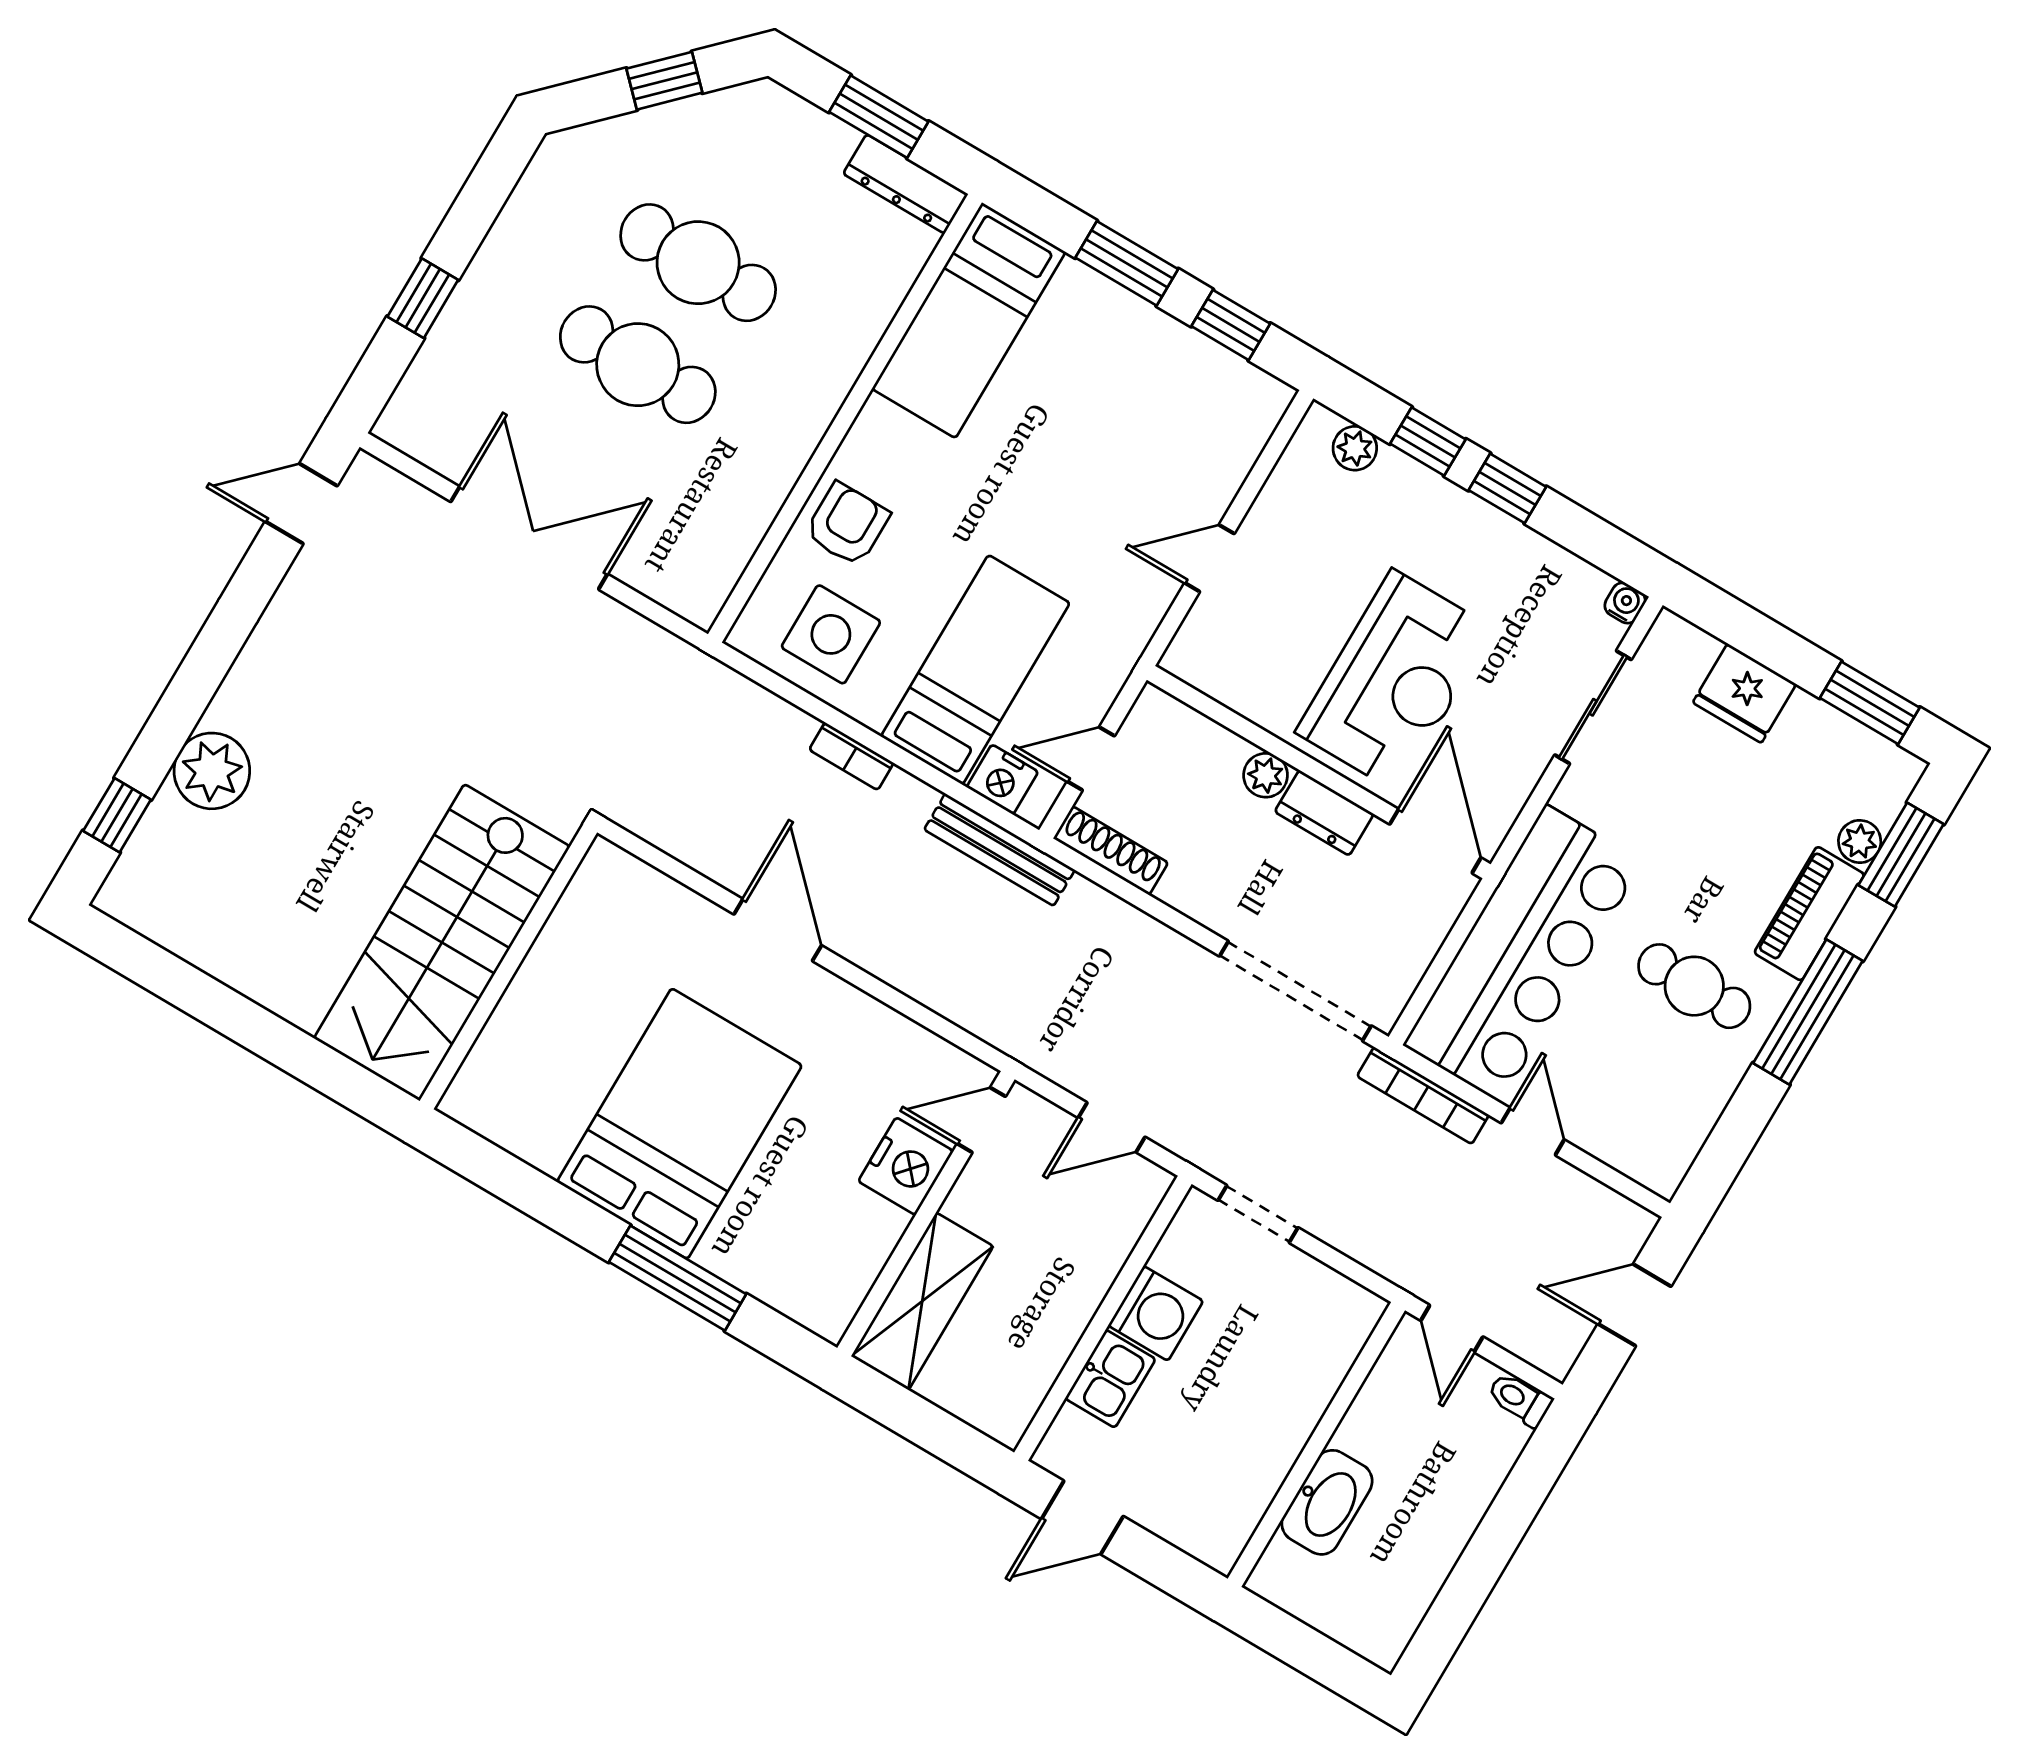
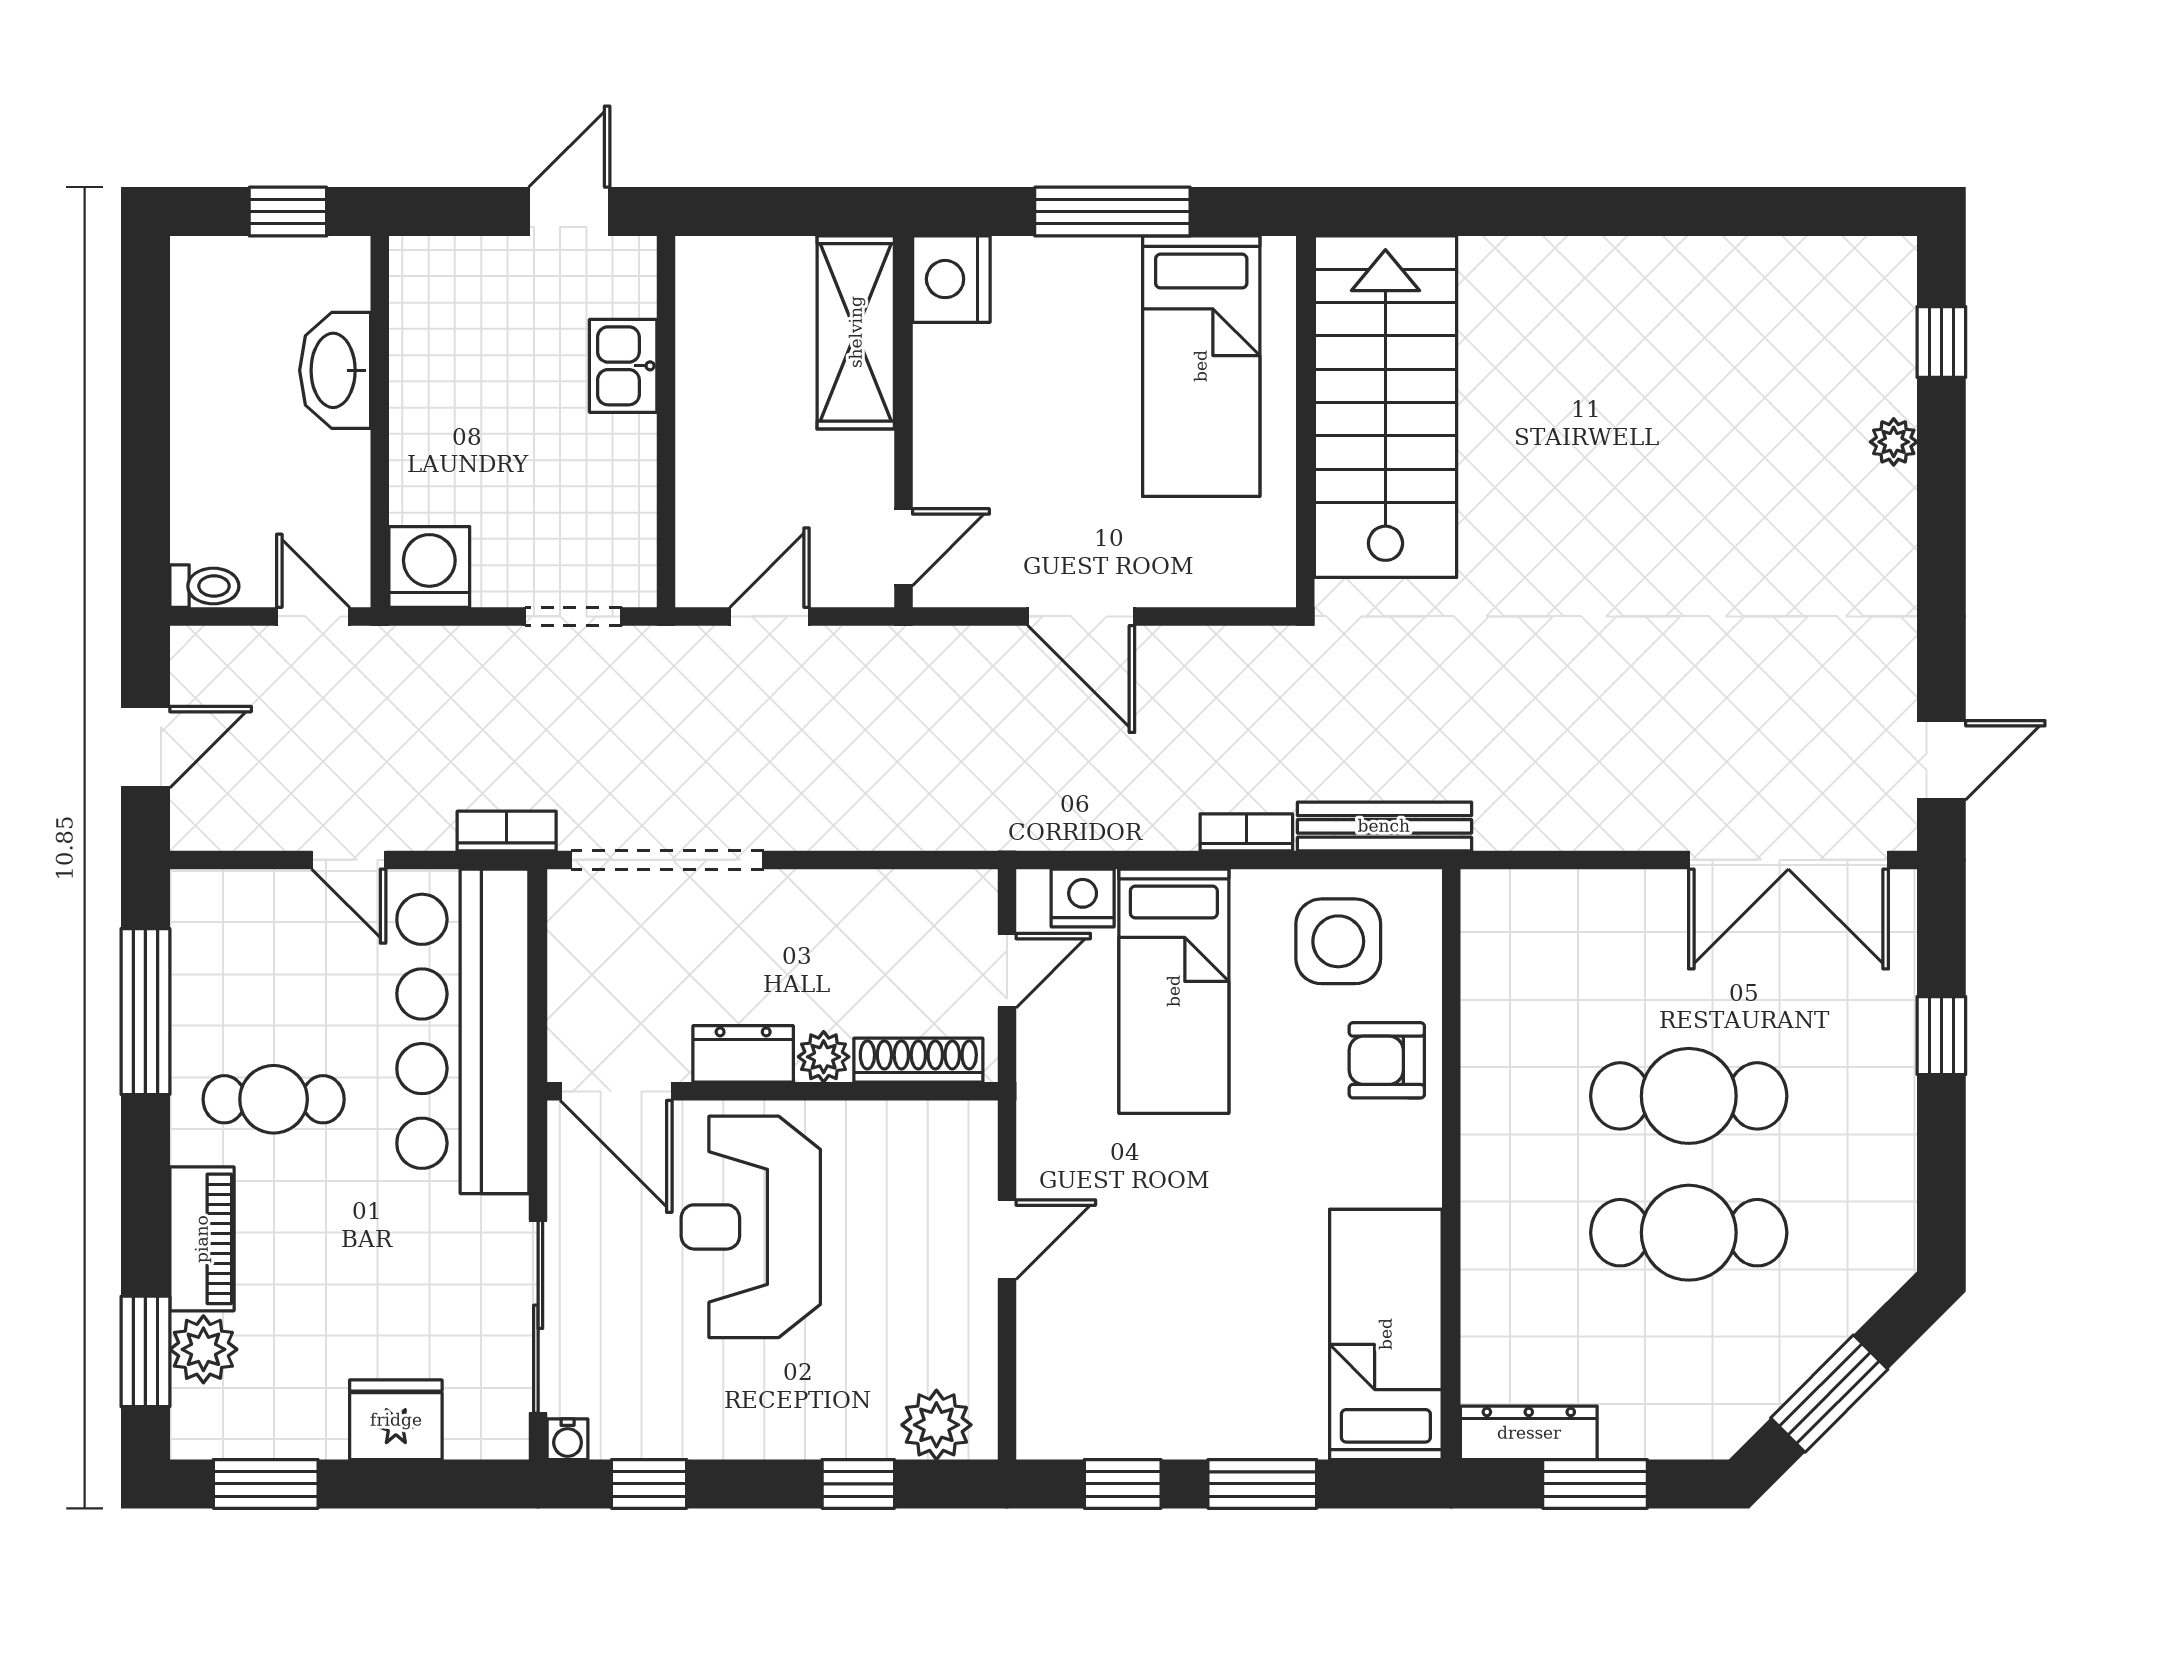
window: (664, 81) -> (1829, 1394), width x1.50
plant: (1355, 448) -> (936, 1425), width x1.38, depth x1.38
window: (1507, 488) -> (649, 1484), moved
armchair: (847, 524) -> (1387, 1060), turned 90
double door: (529, 538) -> (1788, 860), moved
sliding door: (1593, 707) -> (538, 1317), width x1.37
plant: (212, 771) -> (1894, 442), width x0.53, depth x0.53
plant: (1860, 841) -> (203, 1349), width x1.38, depth x1.38
bench: (999, 850) -> (1384, 826), moved
shoe rack: (1111, 851) -> (918, 1060), moved, turned 180
door: (778, 930) -> (1081, 616), moved
stairs: (442, 942) -> (1385, 407), moved
wall: (508, 967) -> (1305, 422), moved
window: (1808, 1012) -> (145, 1012), moved
bookcase: (1423, 1096) -> (507, 831), width x0.64
bed: (680, 1124) -> (1201, 366), width x0.67
nightstand: (906, 1166) -> (951, 279), moved
washing machine: (1156, 1313) -> (429, 567), moved, turned 90
window: (1292, 1642) -> (288, 212), added

